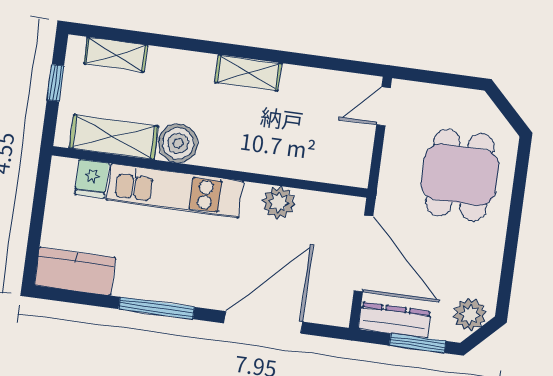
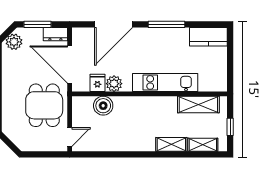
shelving: (248, 73) -> (171, 144), moved
boiler: (178, 143) -> (103, 106), moved
dining table: (460, 175) -> (44, 105), moved
fridge: (92, 179) -> (97, 83), moved
dresser: (395, 320) -> (55, 34), width x0.70

